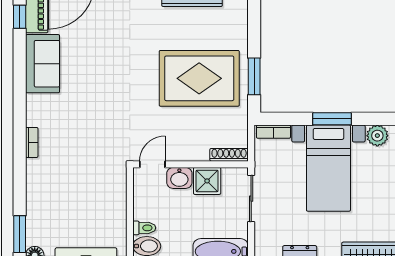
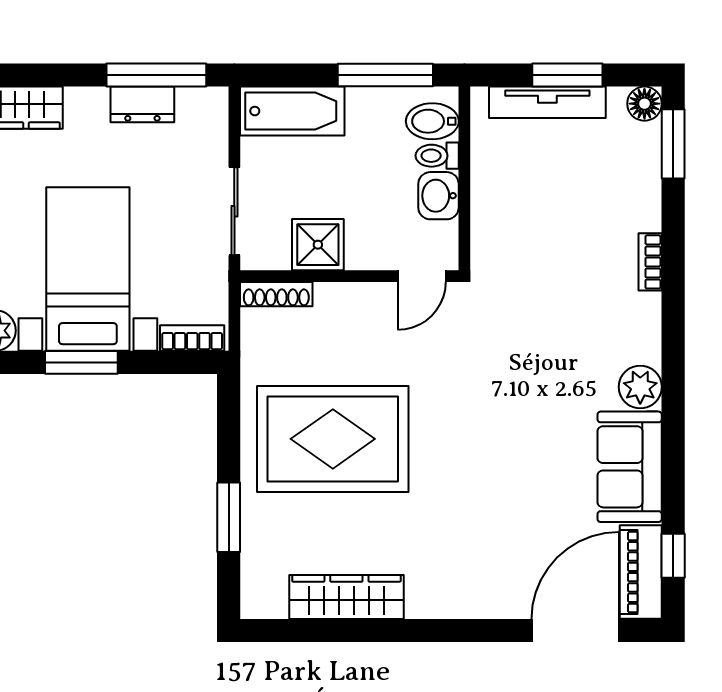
window: (254, 76) -> (229, 517), moved
plant: (37, 106) -> (640, 387), added
bookcase: (32, 142) -> (650, 262), moved
washbasin: (179, 178) -> (438, 196), moved, turned -90

